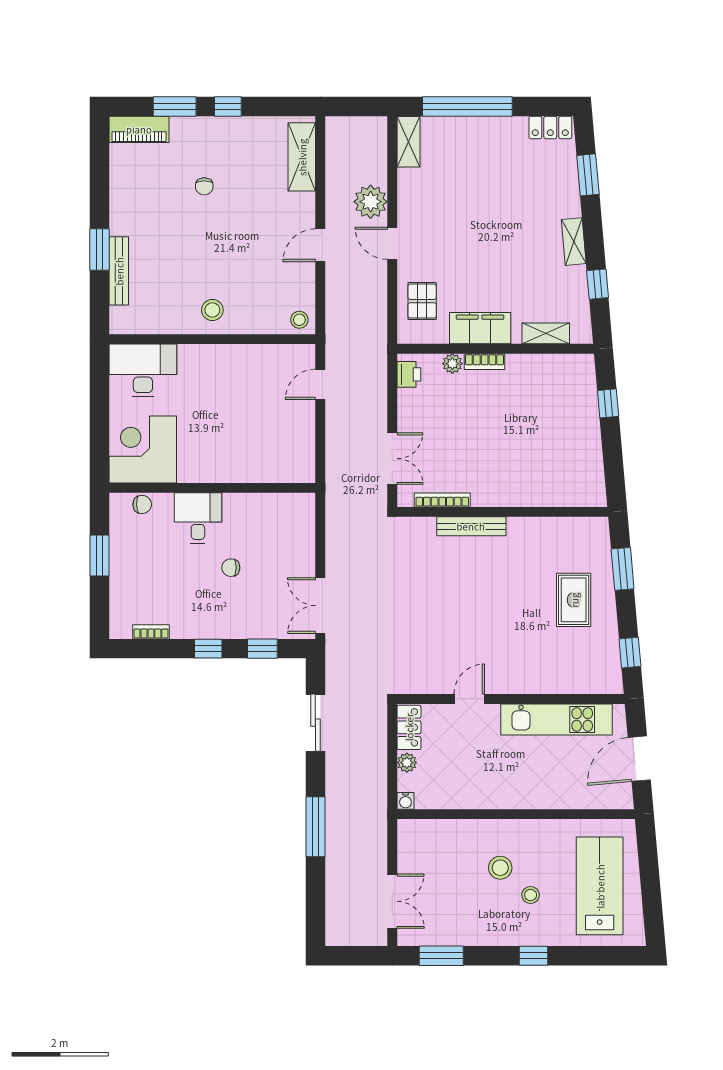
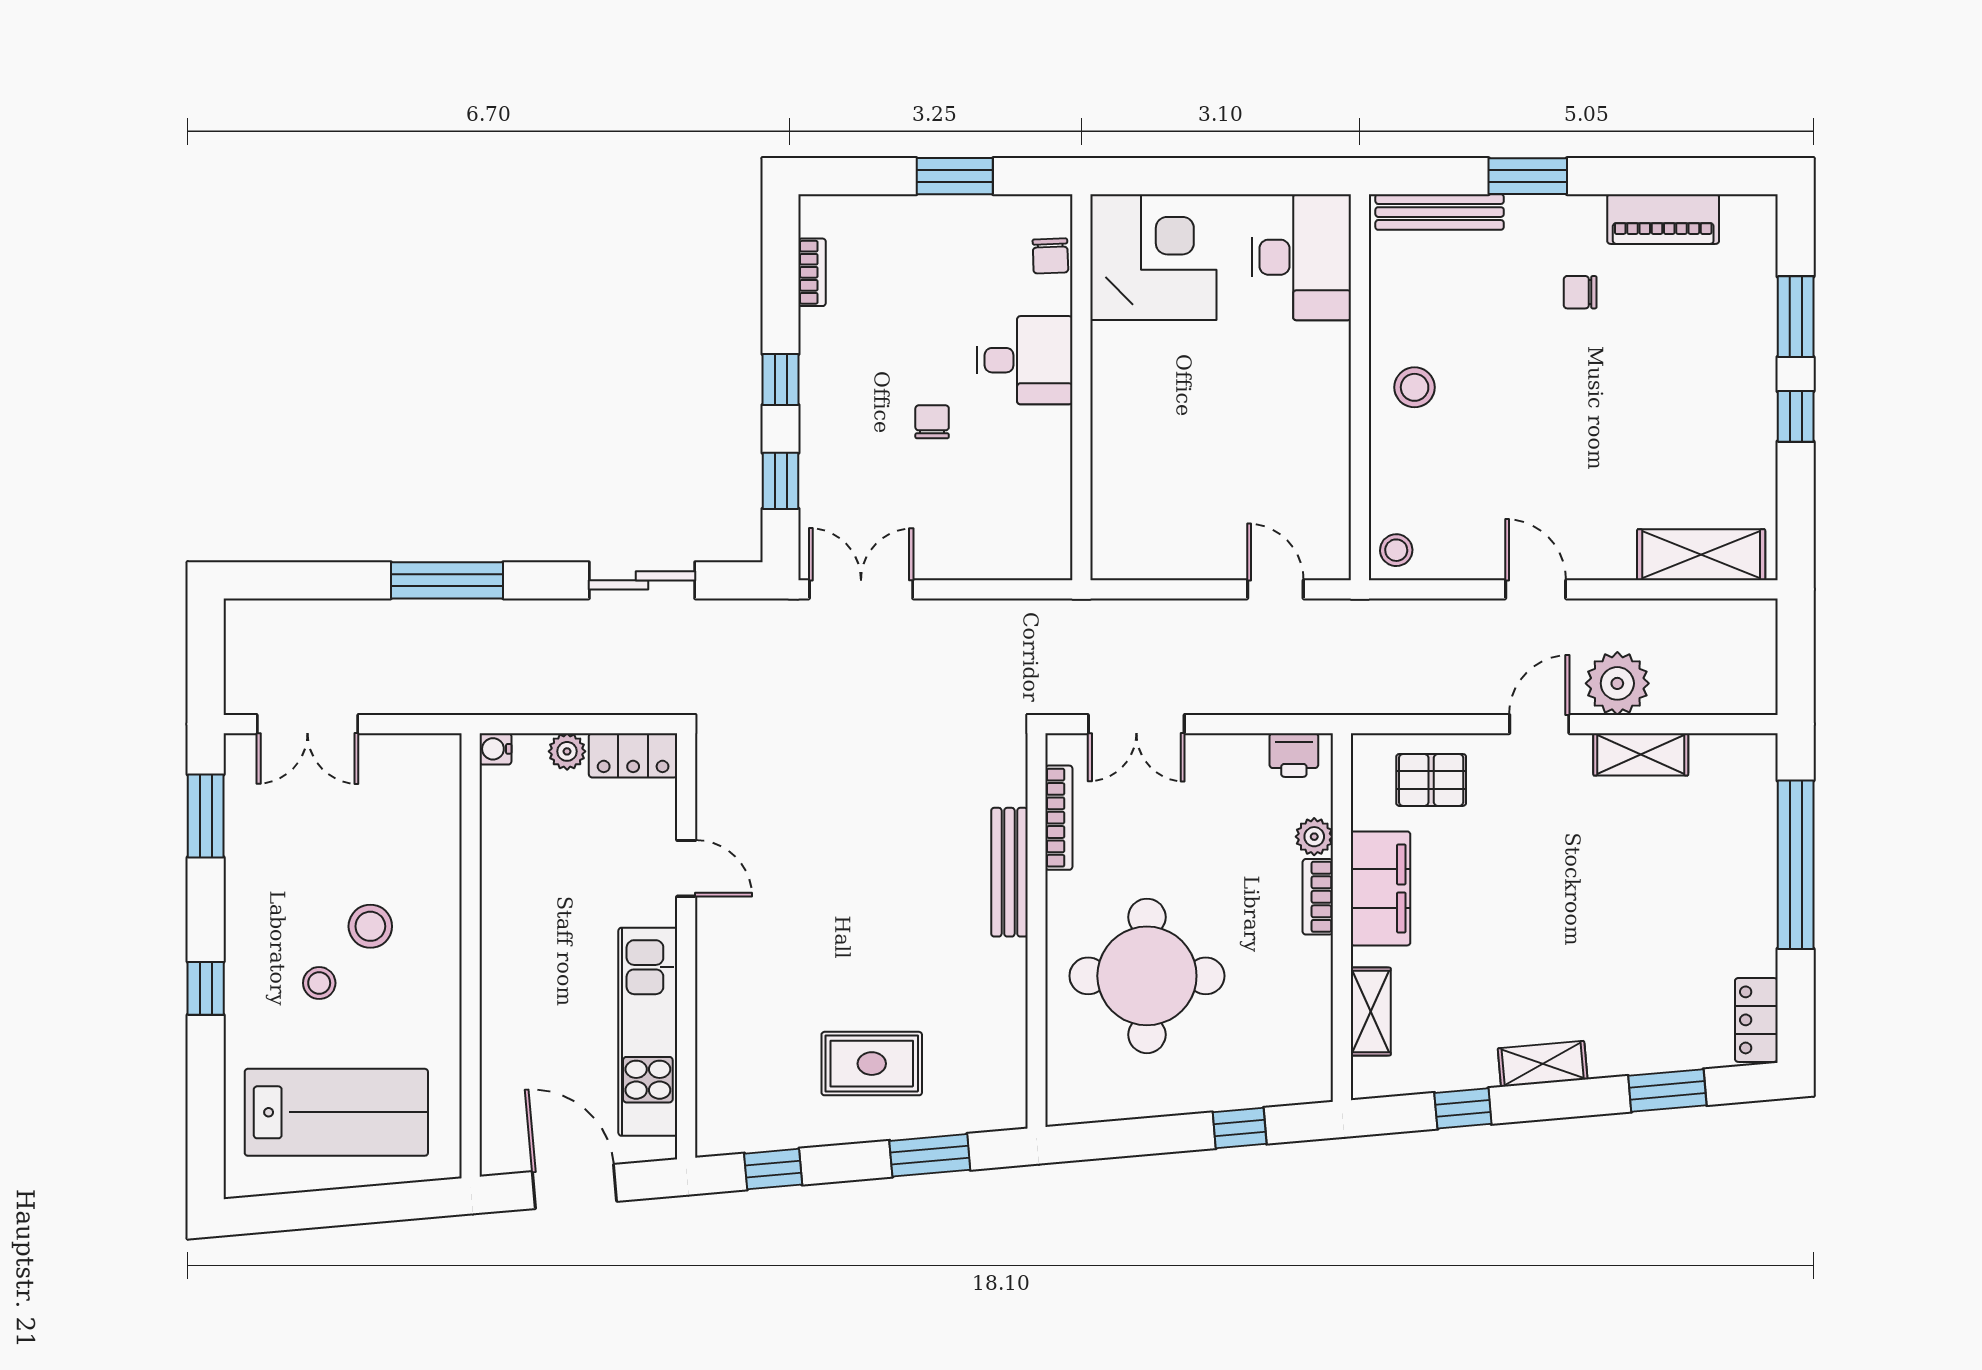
piano: (139, 129) -> (1663, 219), moved, turned -90
shelving: (408, 142) -> (1641, 754), moved
chair: (204, 186) -> (1580, 292), moved
bench: (119, 271) -> (1440, 212), moved
round table: (527, 453) -> (1147, 976), added

